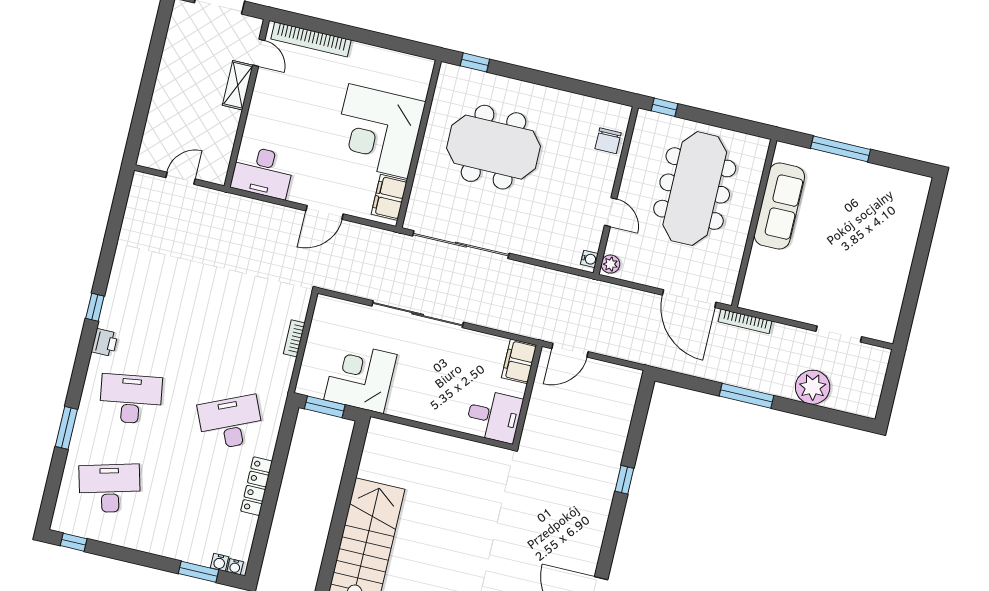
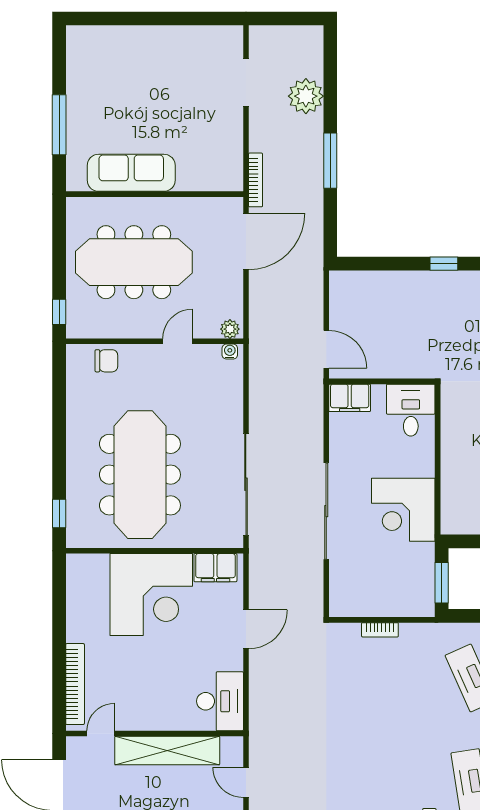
shelving: (238, 85) -> (167, 751), width x2.20, depth x1.33
meeting table: (493, 147) -> (140, 475), width x1.36
door: (324, 212) -> (246, 629), hinge flipped
corner desk: (360, 377) -> (403, 510), moved

